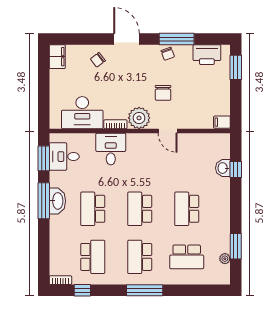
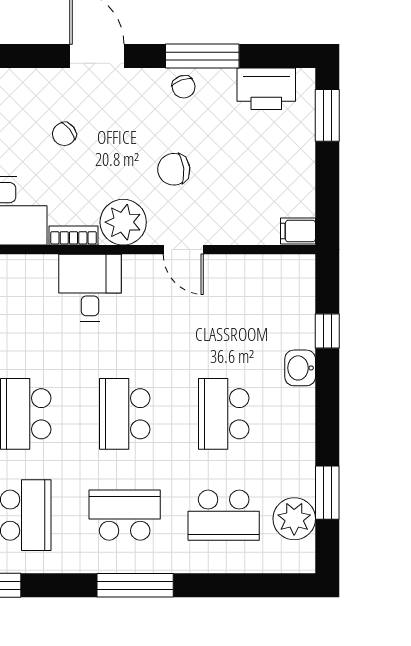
chair: (98, 60) -> (64, 134), moved
chair: (163, 93) -> (174, 169), turned 83
desk: (111, 149) -> (90, 288), moved
washbasin: (223, 168) -> (300, 368), moved
school desk: (140, 257) -> (125, 515), turned 90
plant: (225, 259) -> (294, 519), width x1.88, depth x1.88

